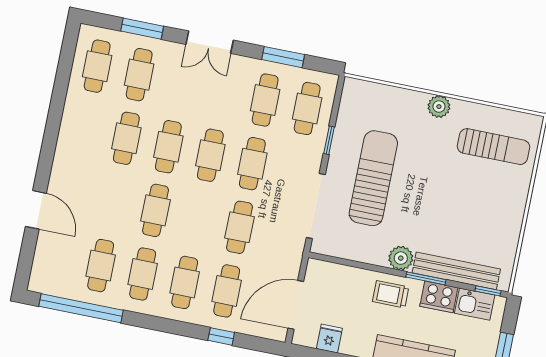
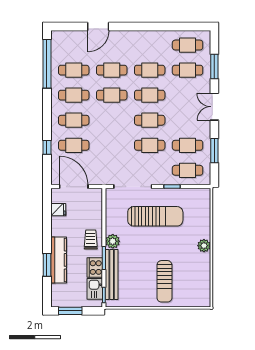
sun lounger: (493, 147) -> (164, 281), moved
cafe table: (240, 227) -> (112, 70), moved

